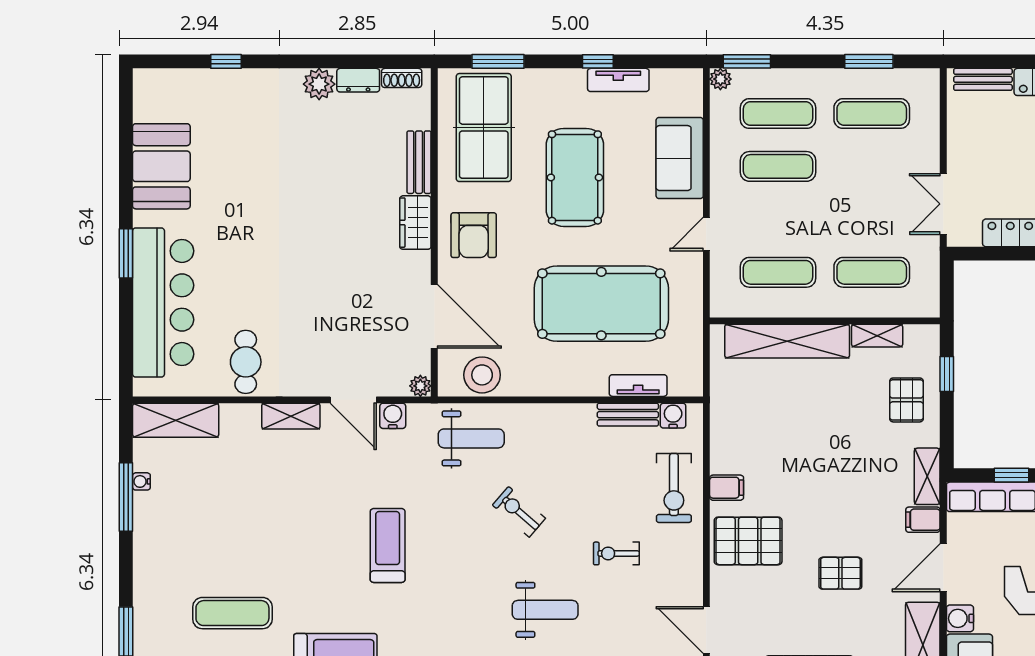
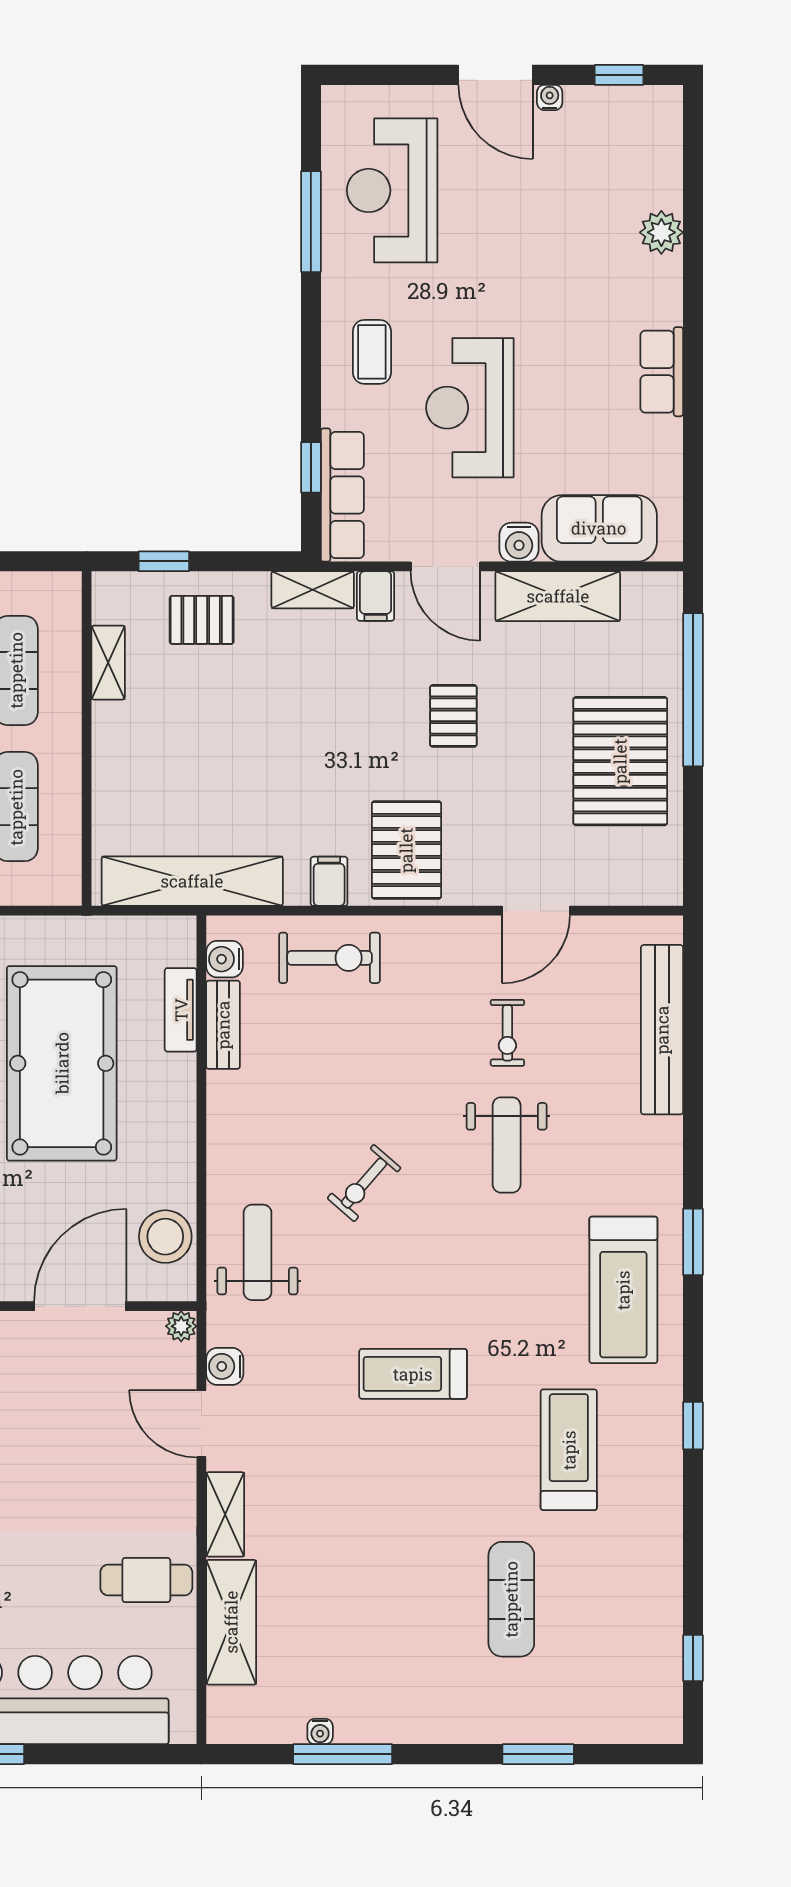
shelving: (787, 341) -> (192, 881), moved, turned 90
door: (353, 400) -> (201, 1424), swing flipped
shelving: (176, 420) -> (231, 1622), moved
exercise bike: (616, 553) -> (507, 1033), moved
weight bench: (545, 610) -> (507, 1145), turned 180

